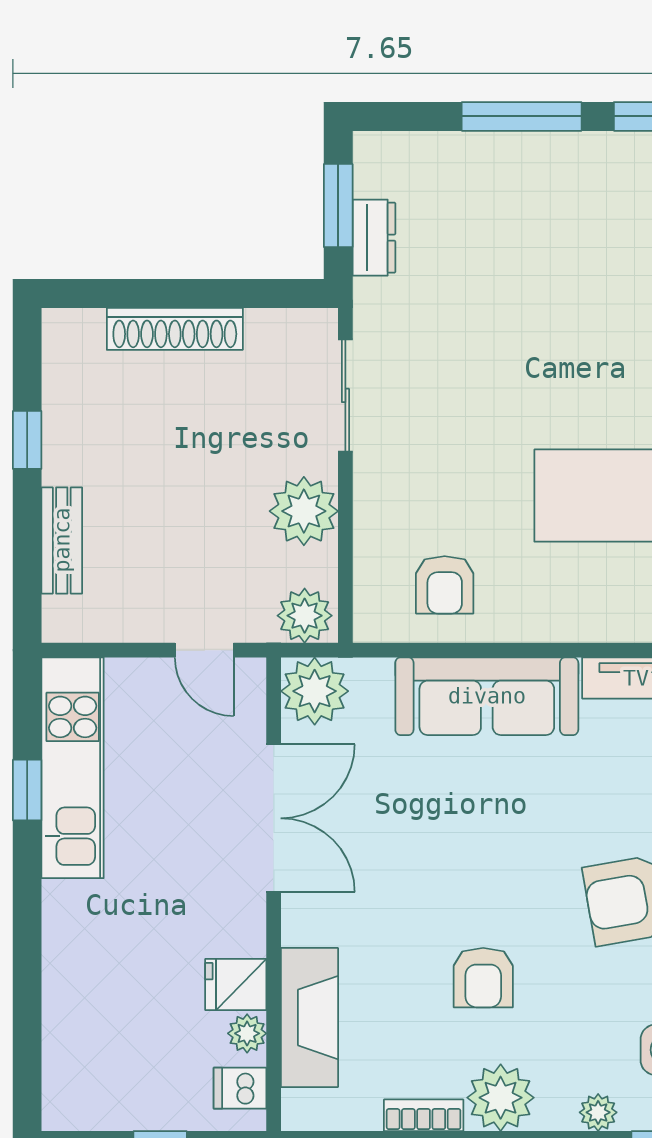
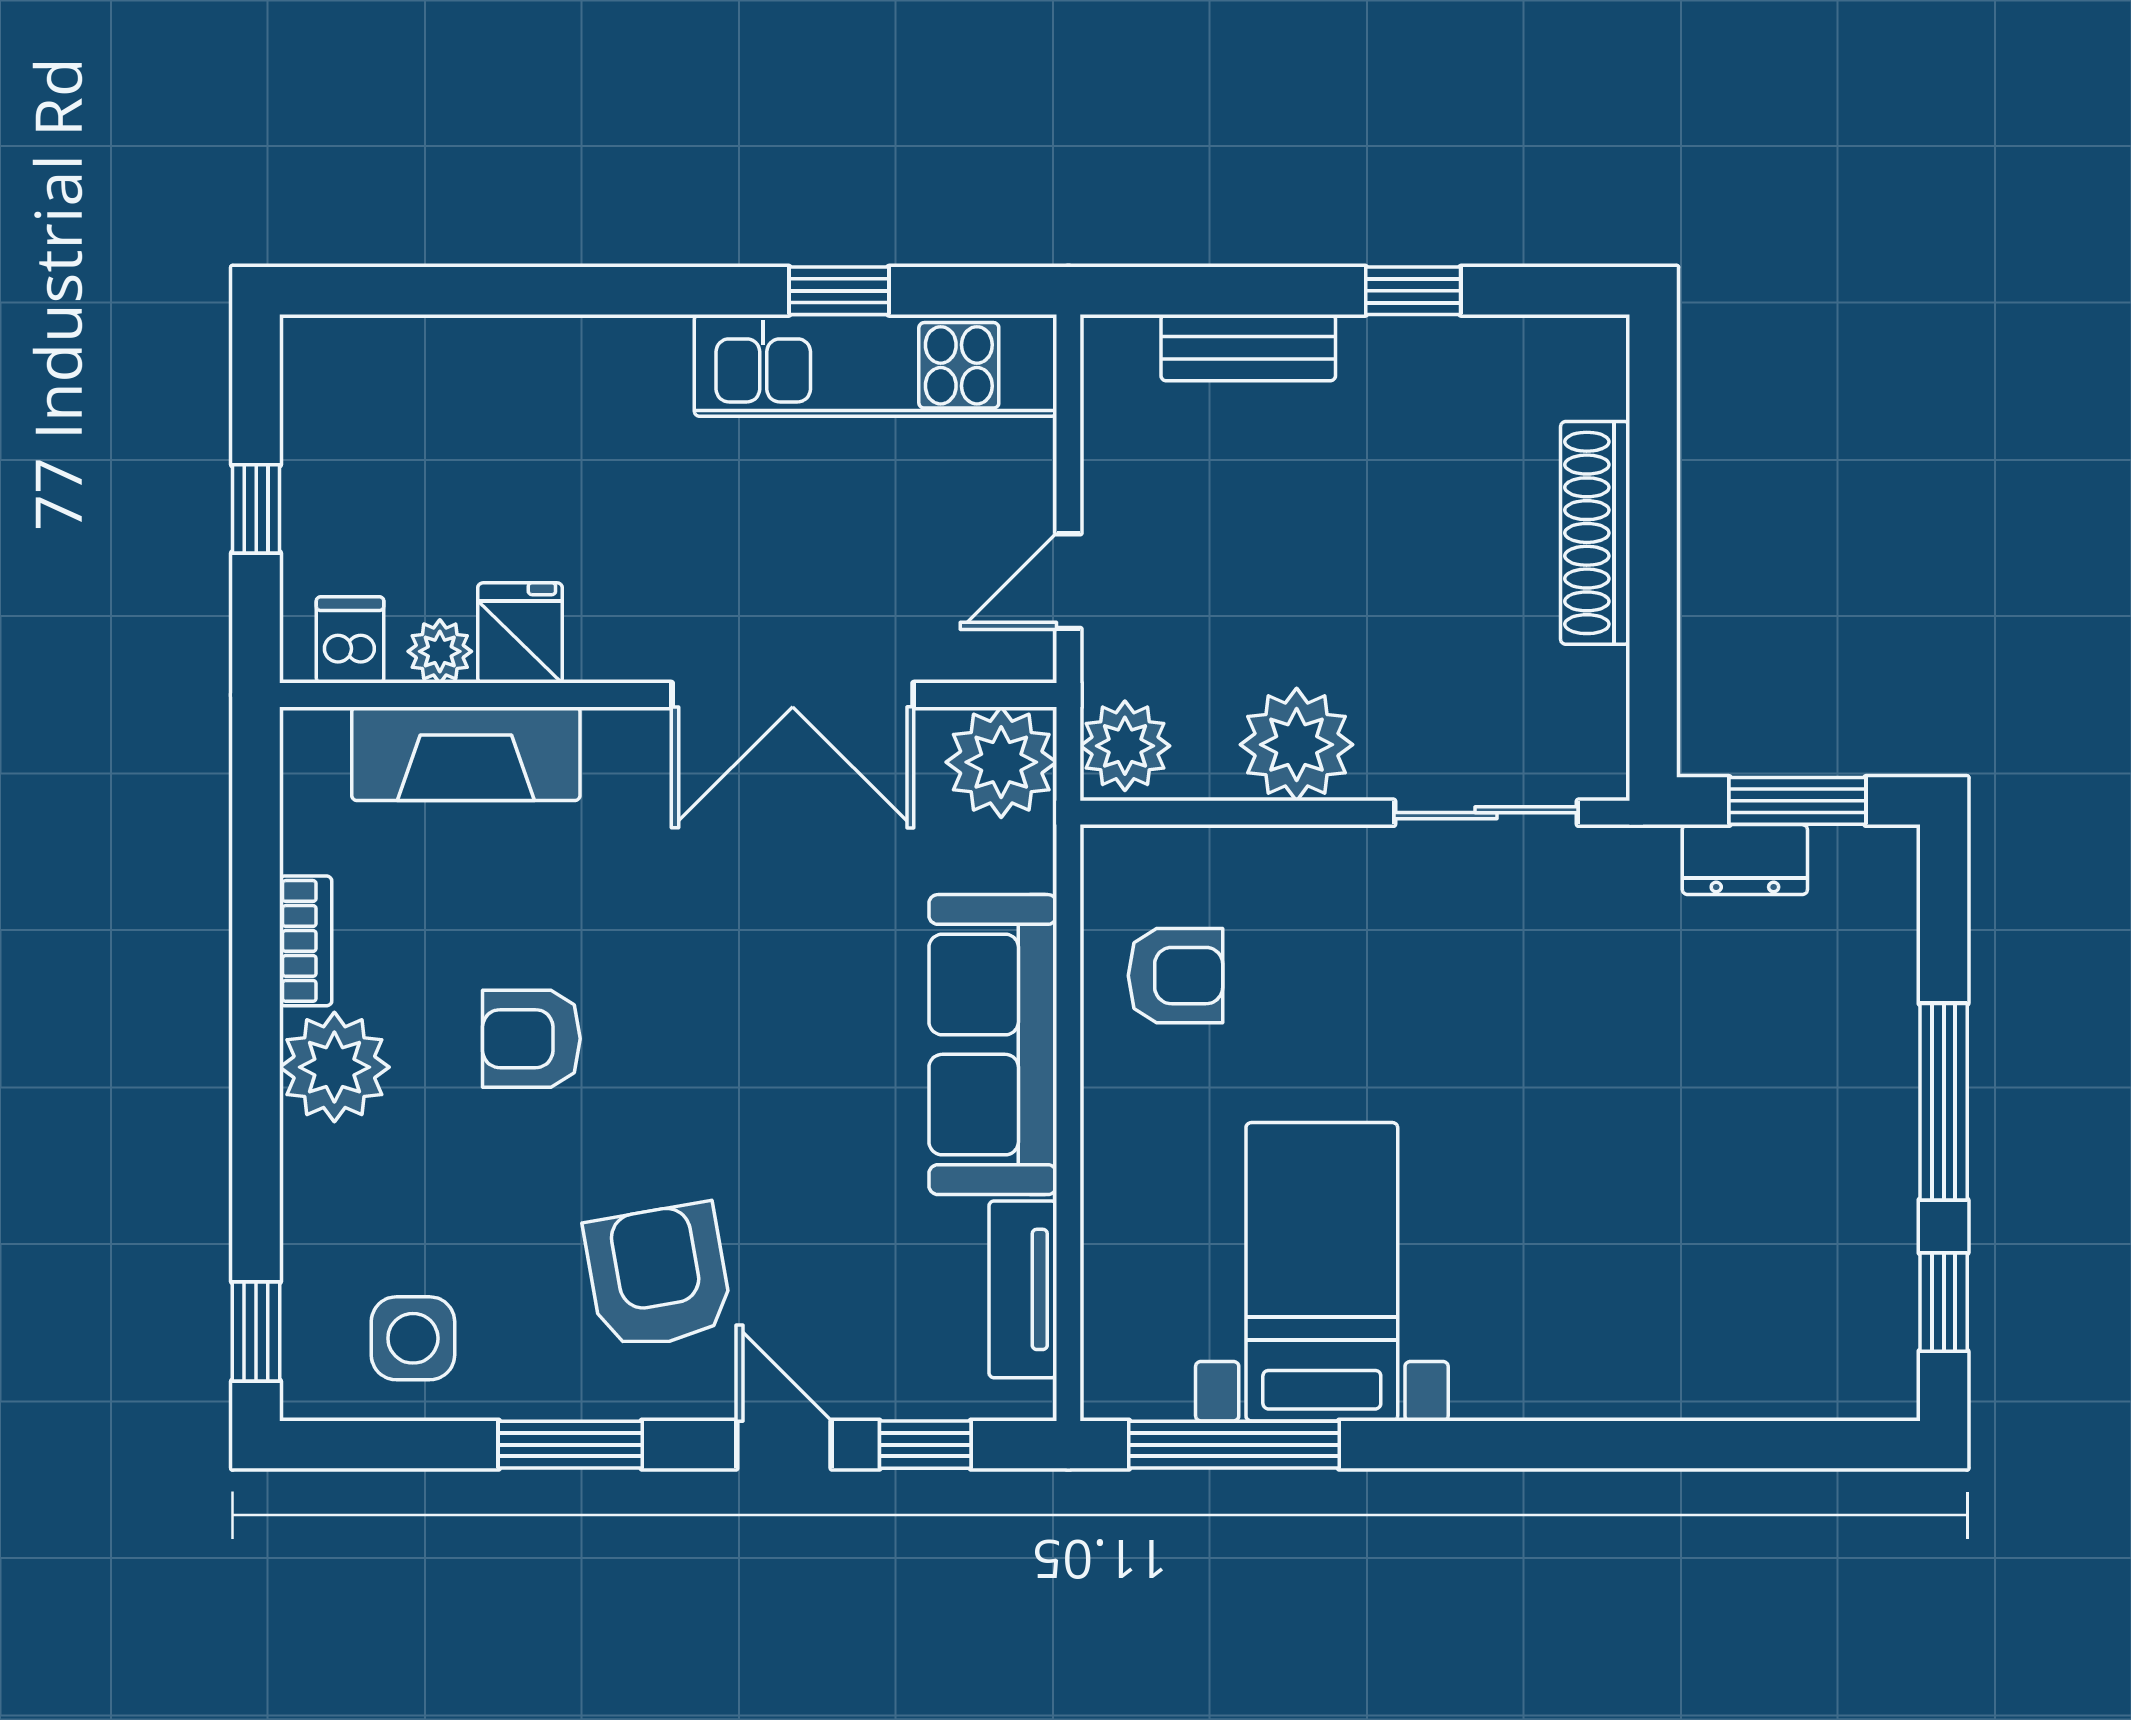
armchair: (445, 585) -> (1176, 976), turned 180
plant: (598, 1112) -> (310, 1227), removed

